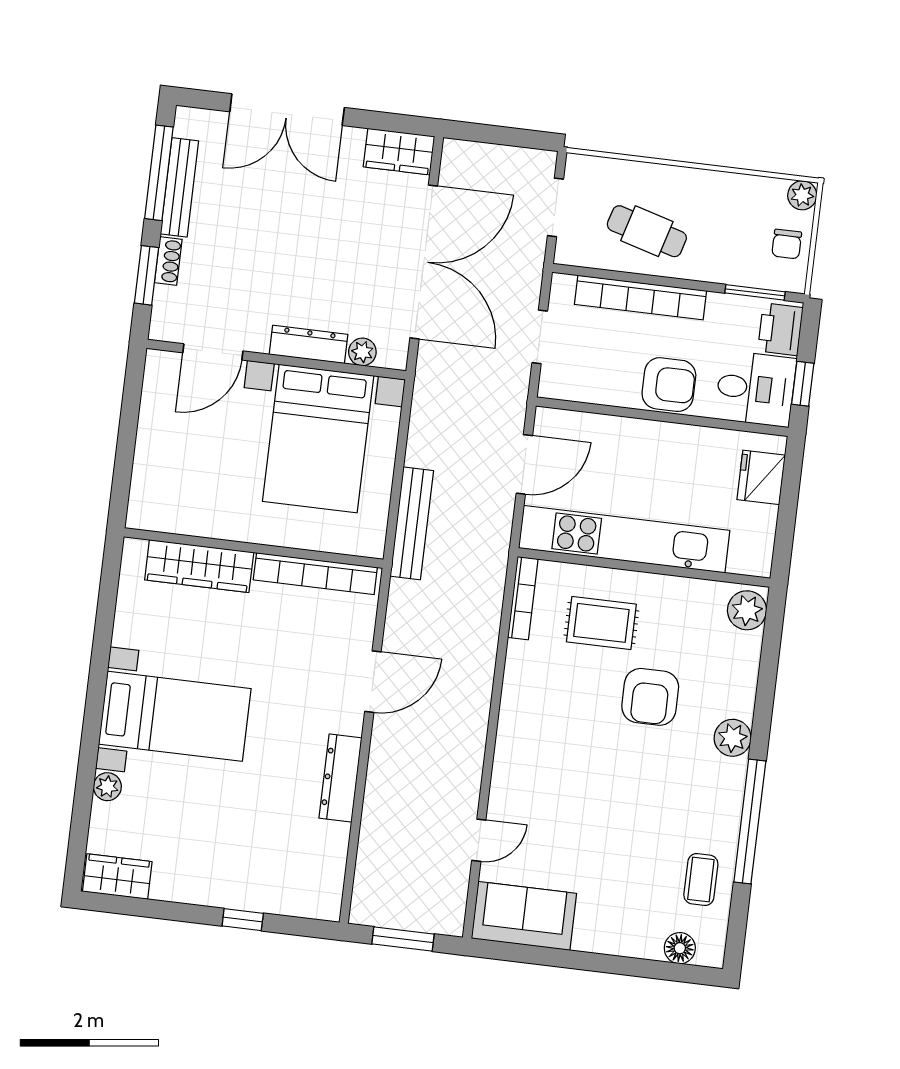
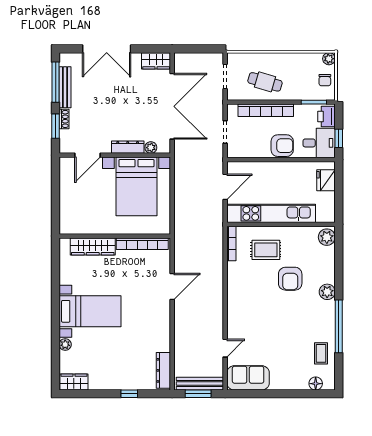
bench: (412, 523) -> (200, 384), moved, turned 90
dresser: (340, 778) -> (163, 370), moved

